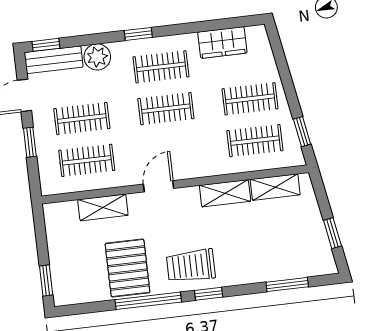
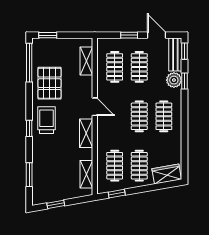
window: (138, 34) -> (184, 81), moved
wardrobe: (222, 42) -> (167, 174), moved, turned 80
shelving: (225, 193) -> (86, 133), moved
shelving: (103, 207) -> (86, 61), moved
pallet: (128, 268) -> (49, 83), turned 90
window: (148, 301) -> (29, 63), moved

